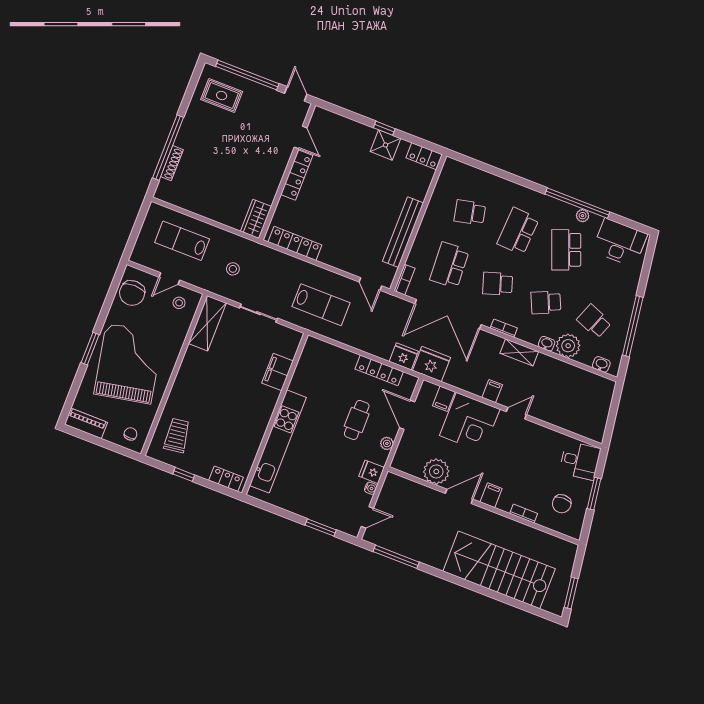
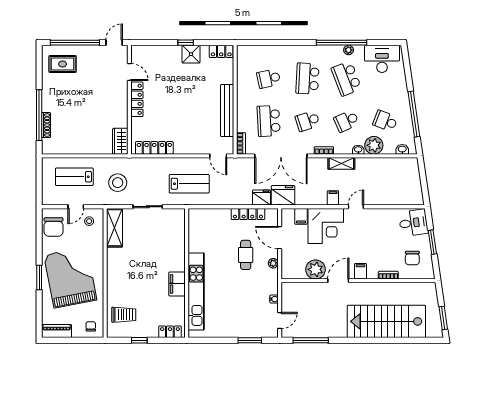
door: (296, 94) -> (114, 43), hinge flipped
stool: (233, 269) -> (118, 183), width x1.89, depth x1.89
filing cabinet: (278, 372) -> (177, 284), moved
trolley: (177, 435) -> (124, 315), turned 98
fridge: (372, 472) -> (270, 287), removed

